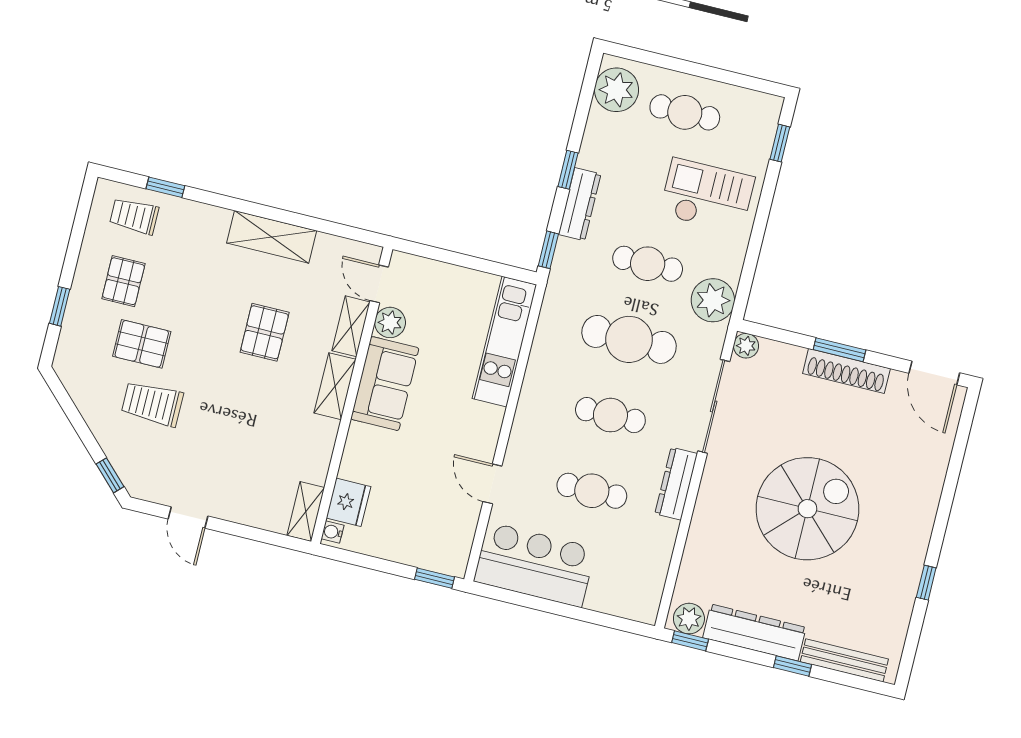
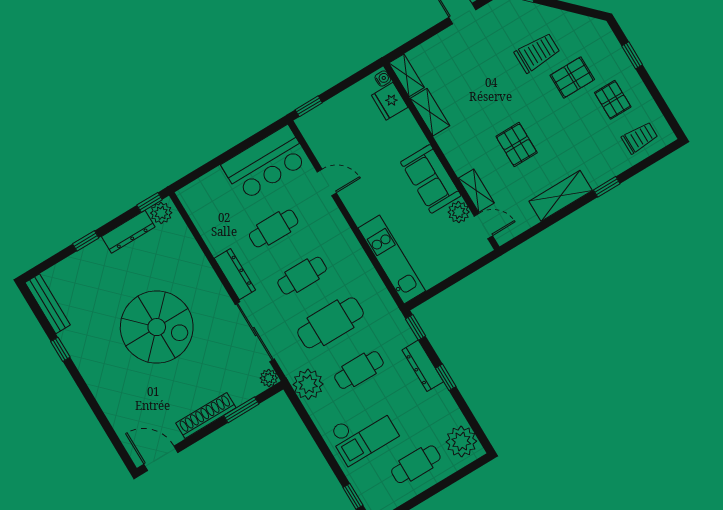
window: (165, 187) -> (607, 187), moved
window: (839, 350) -> (241, 410), moved
shelving: (335, 386) -> (430, 112), moved
spiral stairs: (807, 509) -> (157, 327), turned -90
dresser: (754, 633) -> (128, 232), width x0.73, depth x0.80
bench: (844, 660) -> (48, 304), moved, turned 90

